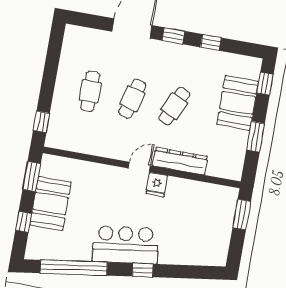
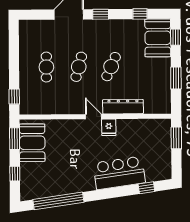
window: (211, 42) -> (140, 14), moved
booth: (238, 103) -> (158, 38), moved
door: (139, 167) -> (93, 117), hinge flipped
booth: (51, 204) -> (32, 143), moved
bar counter: (125, 245) -> (119, 173), moved
window: (143, 270) -> (146, 188), moved

